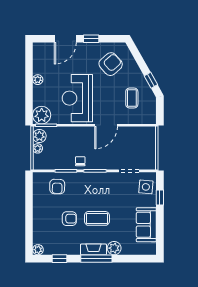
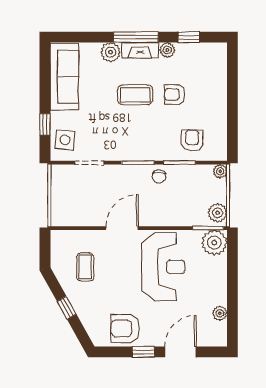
armchair: (111, 64) -> (125, 329), moved, turned 42
plant: (38, 80) -> (220, 313), moved
window: (151, 80) -> (67, 308), moved
plant: (38, 148) -> (220, 171), moved
sofa: (146, 225) -> (64, 77), width x1.36
plant: (38, 250) -> (167, 50), moved

